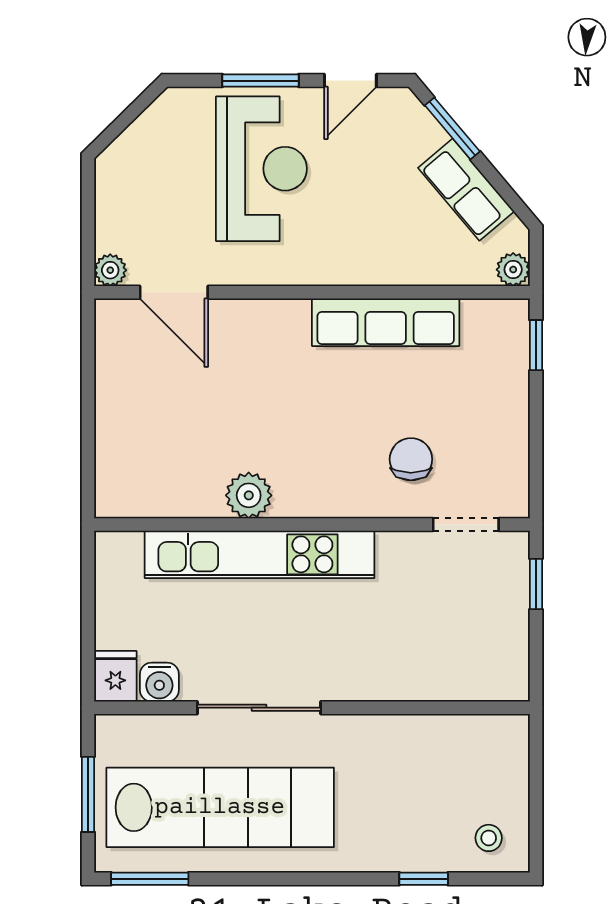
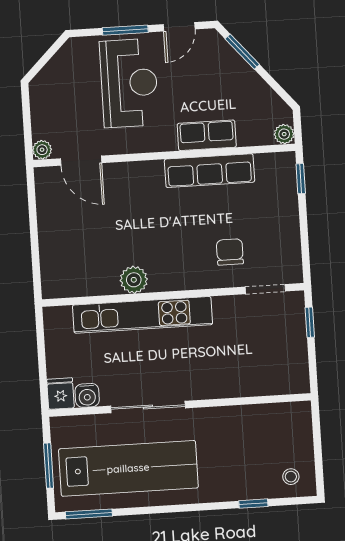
row of seats: (466, 190) -> (207, 135), moved, turned 130

